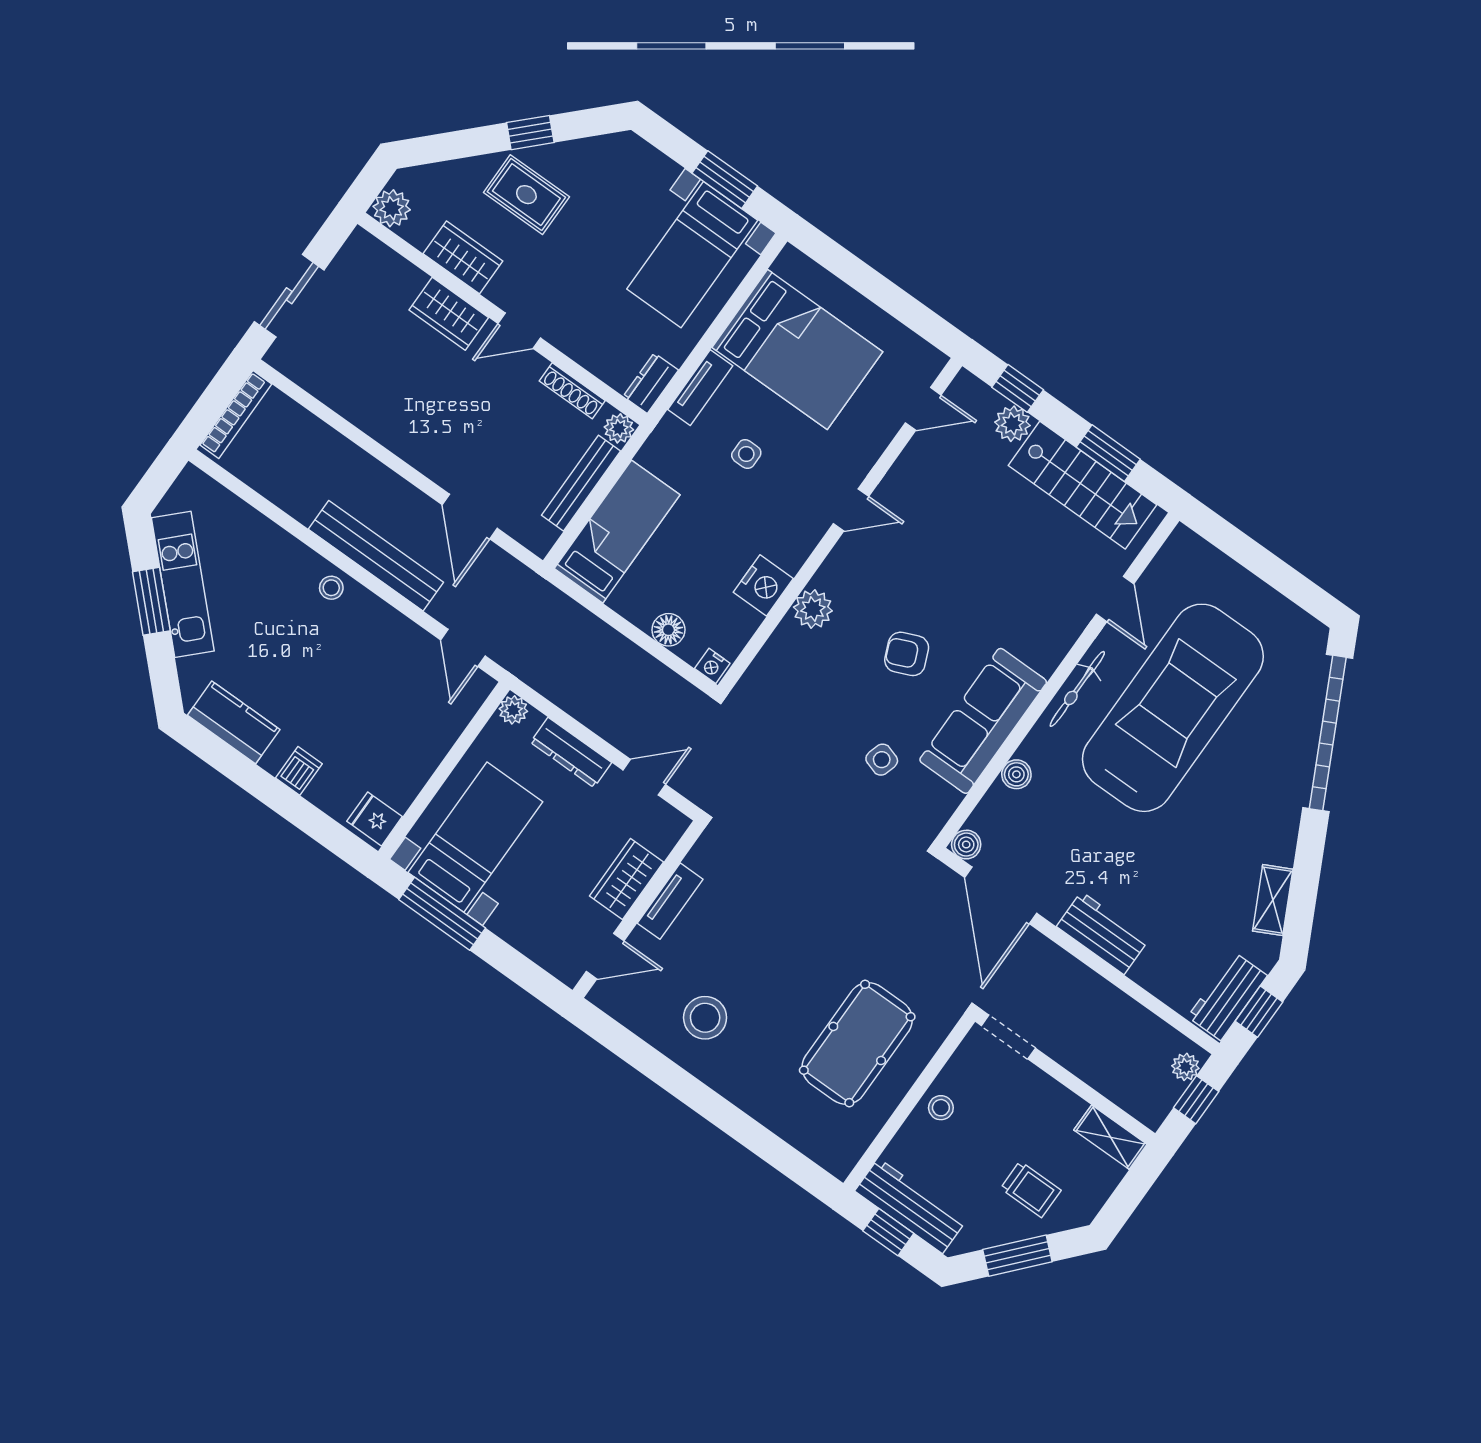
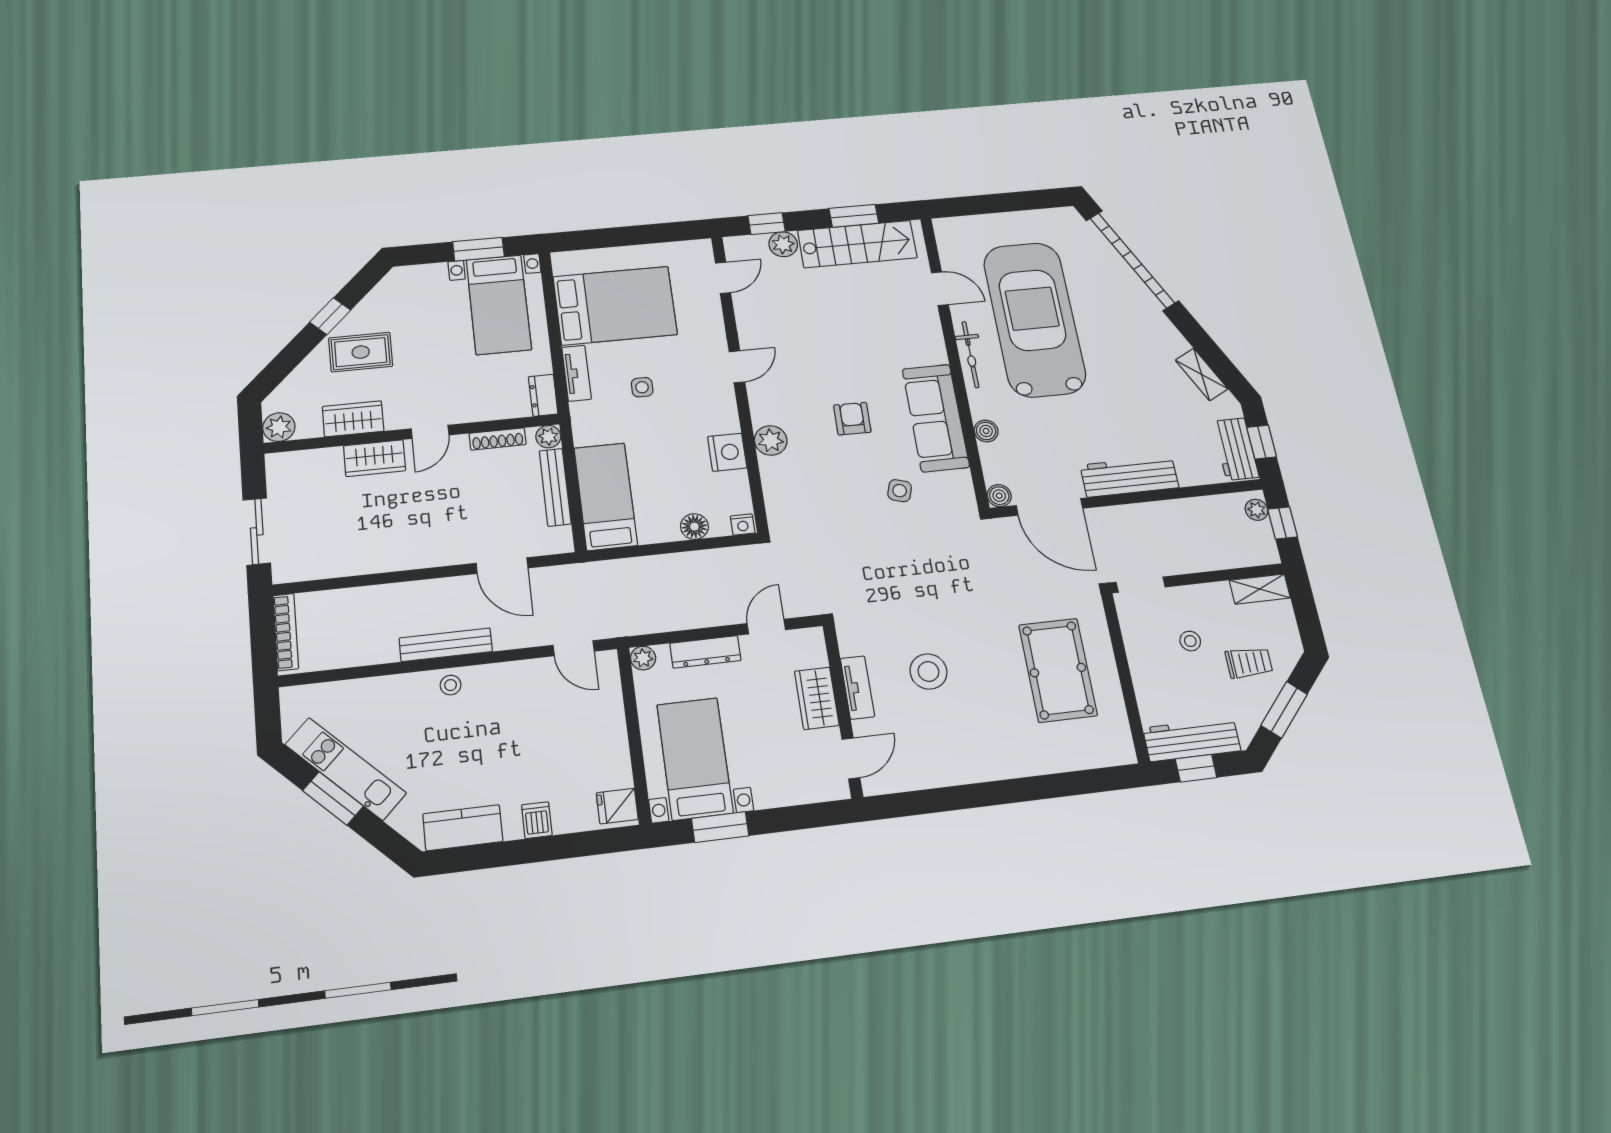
bench: (376, 556) -> (446, 645), width x0.73, depth x0.82
armchair: (907, 654) -> (852, 419), turned 114
window: (442, 914) -> (720, 827), width x0.69
workbench: (1103, 933) -> (1129, 476), width x1.38
stool: (705, 1018) -> (928, 671), moved
stool: (941, 1108) -> (1190, 641), moved

